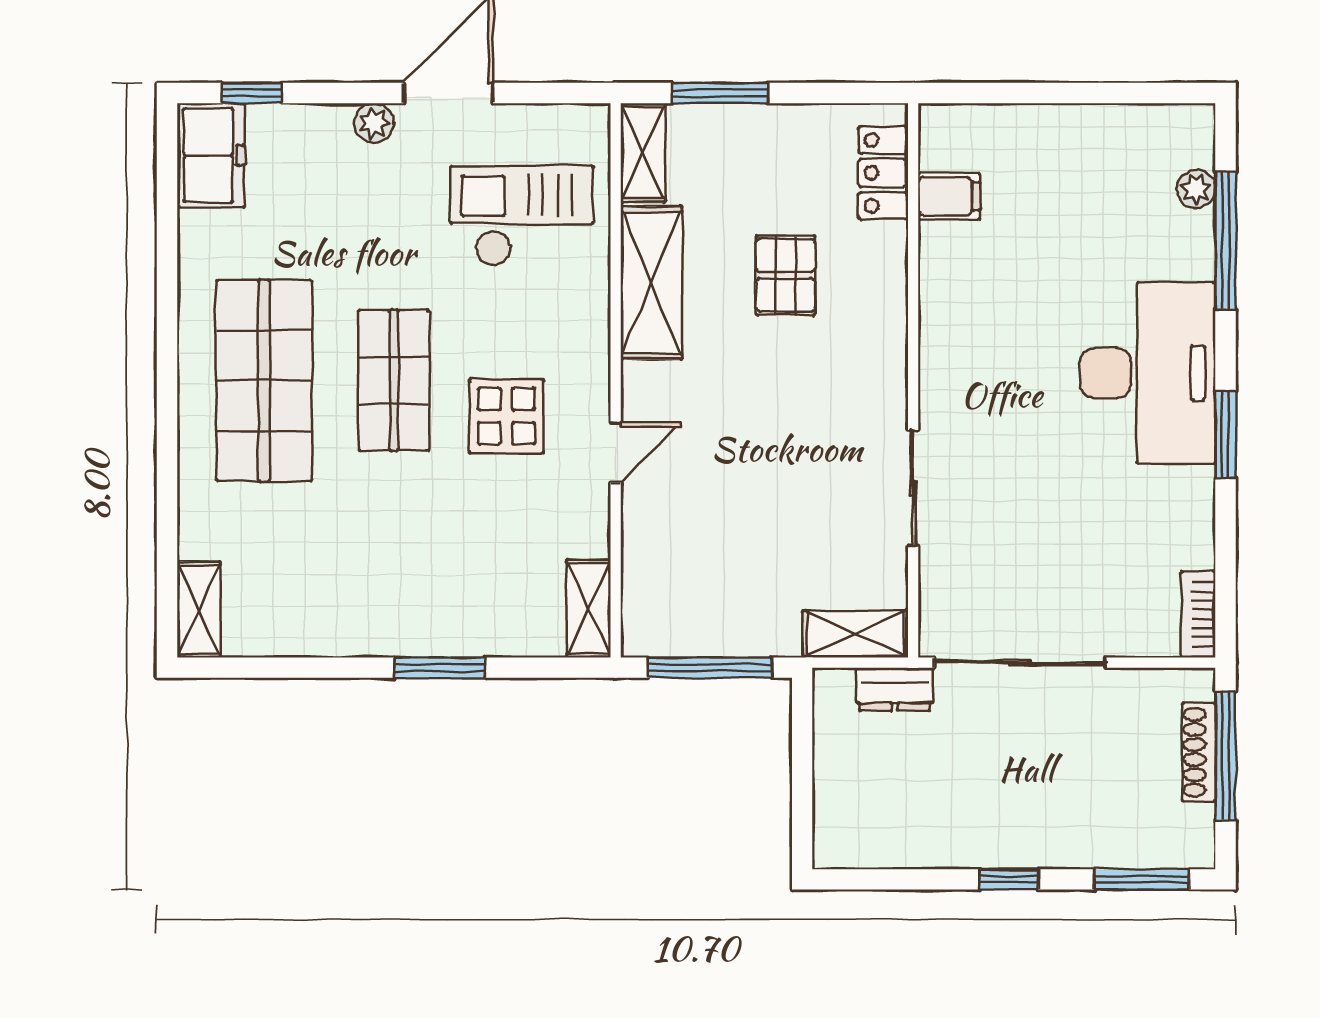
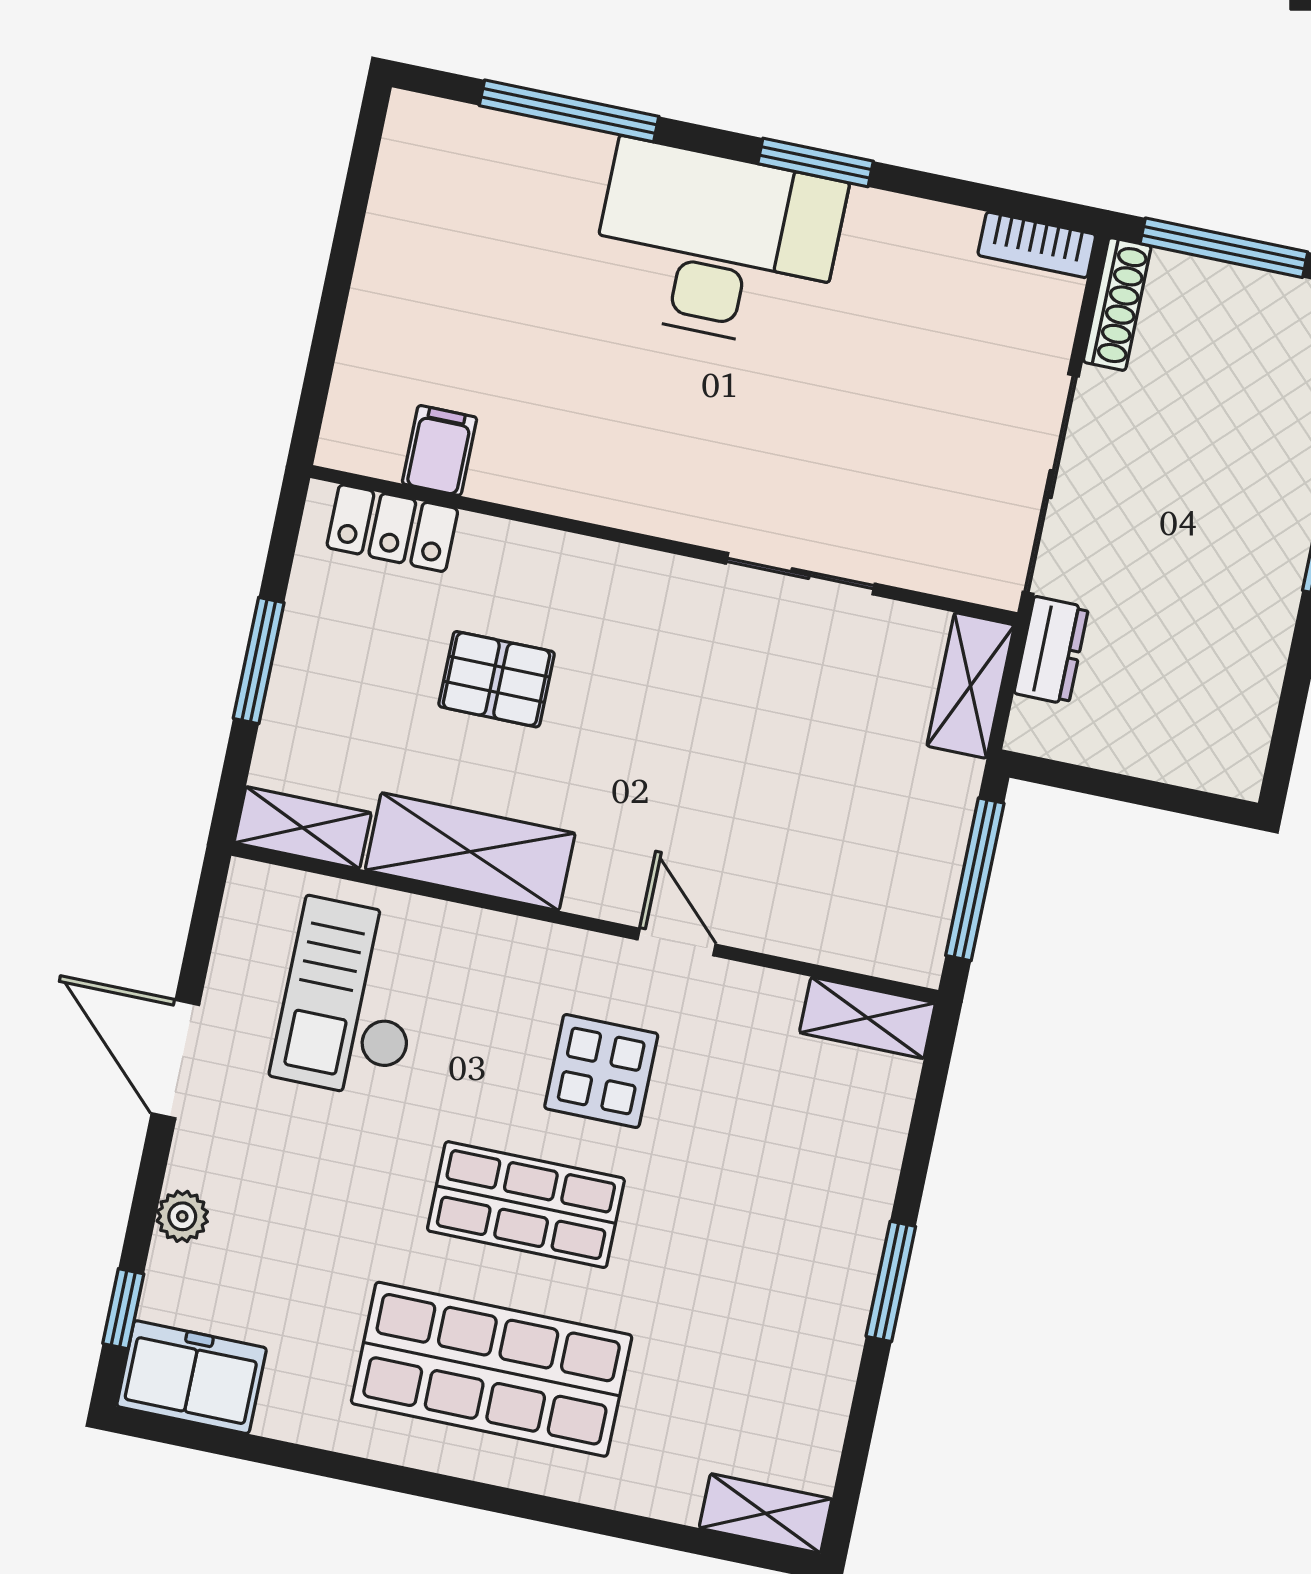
window: (720, 93) -> (259, 661), moved
plant: (374, 123) -> (182, 1216), moved
plant: (1196, 189) -> (496, 135), removed
window: (439, 668) -> (891, 1281), moved
shoe rack: (1199, 752) -> (1117, 304), moved, turned -90

